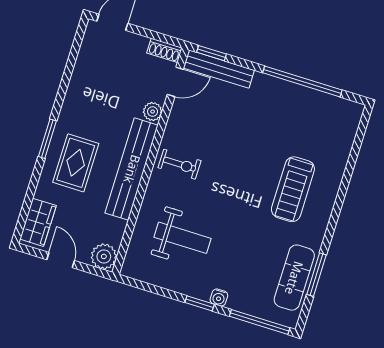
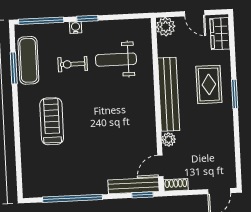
exercise bike: (179, 164) -> (73, 64), moved

